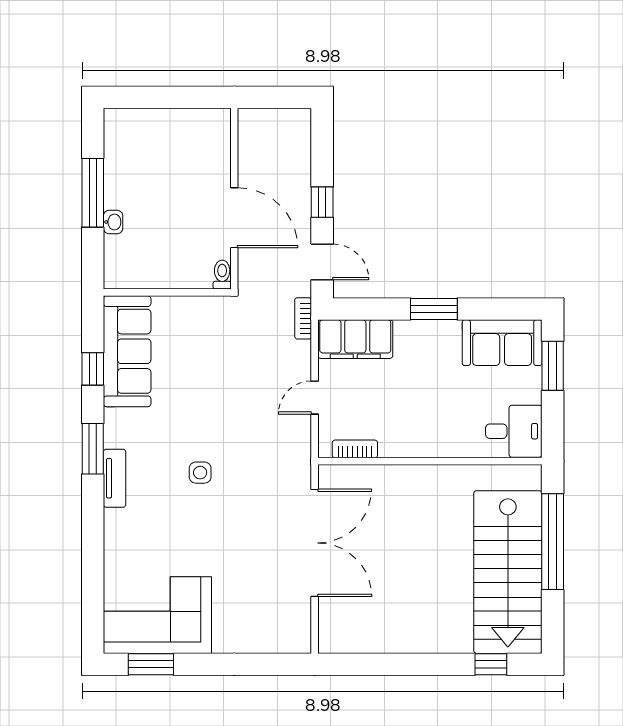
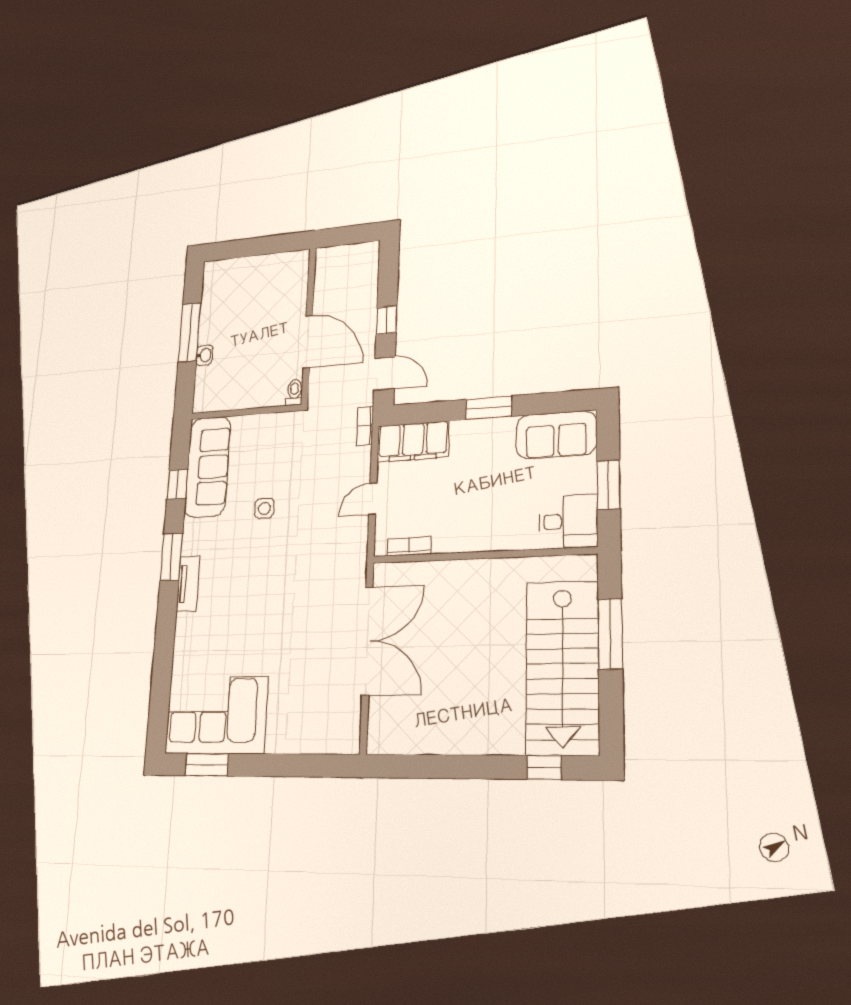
window: (553, 366) -> (608, 485), moved
side table: (200, 473) -> (264, 508), moved
window: (553, 542) -> (610, 634), width x0.68

